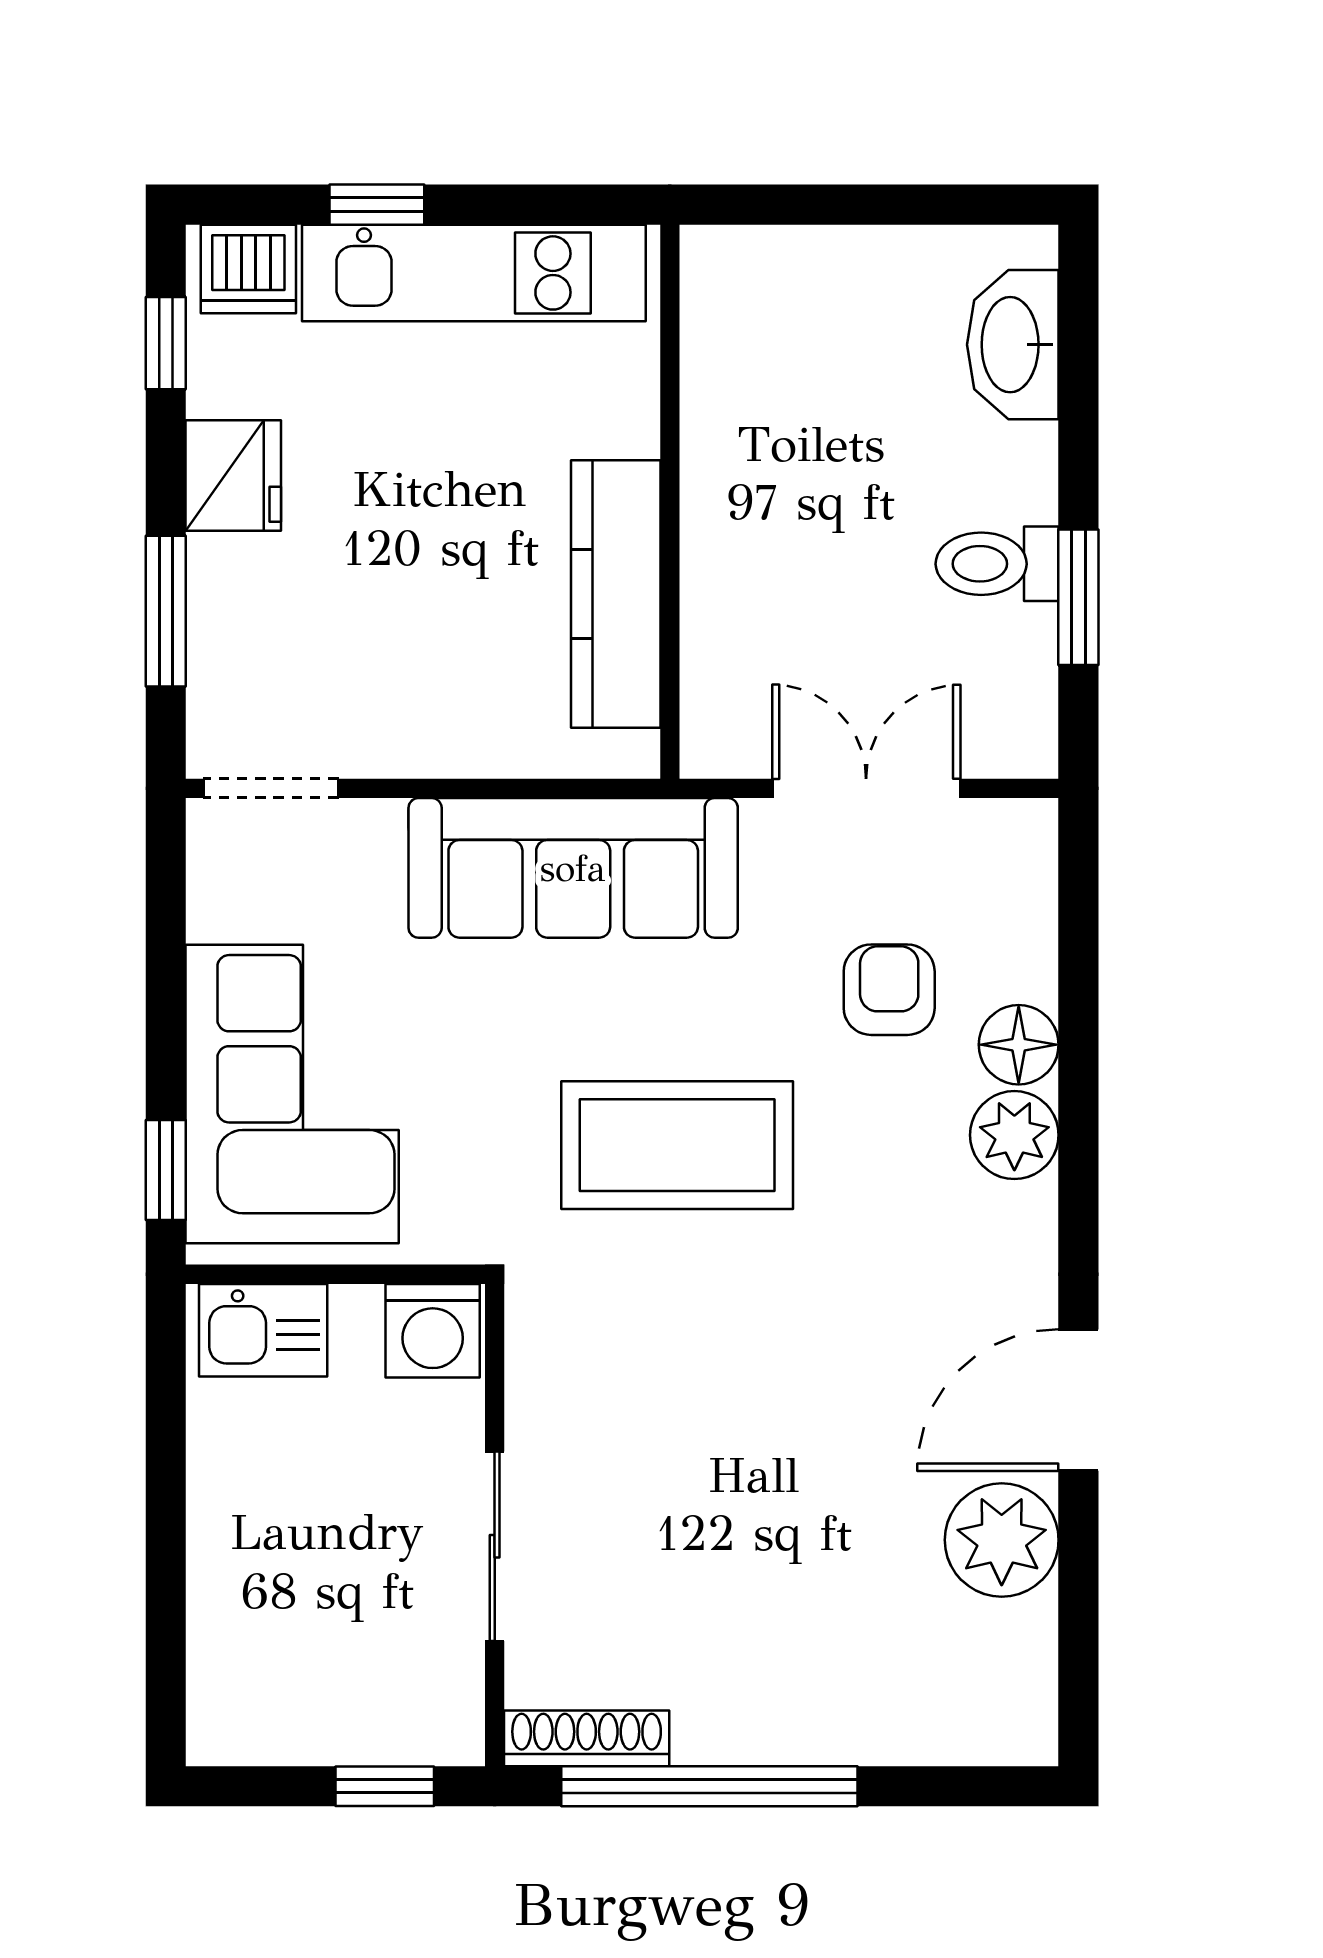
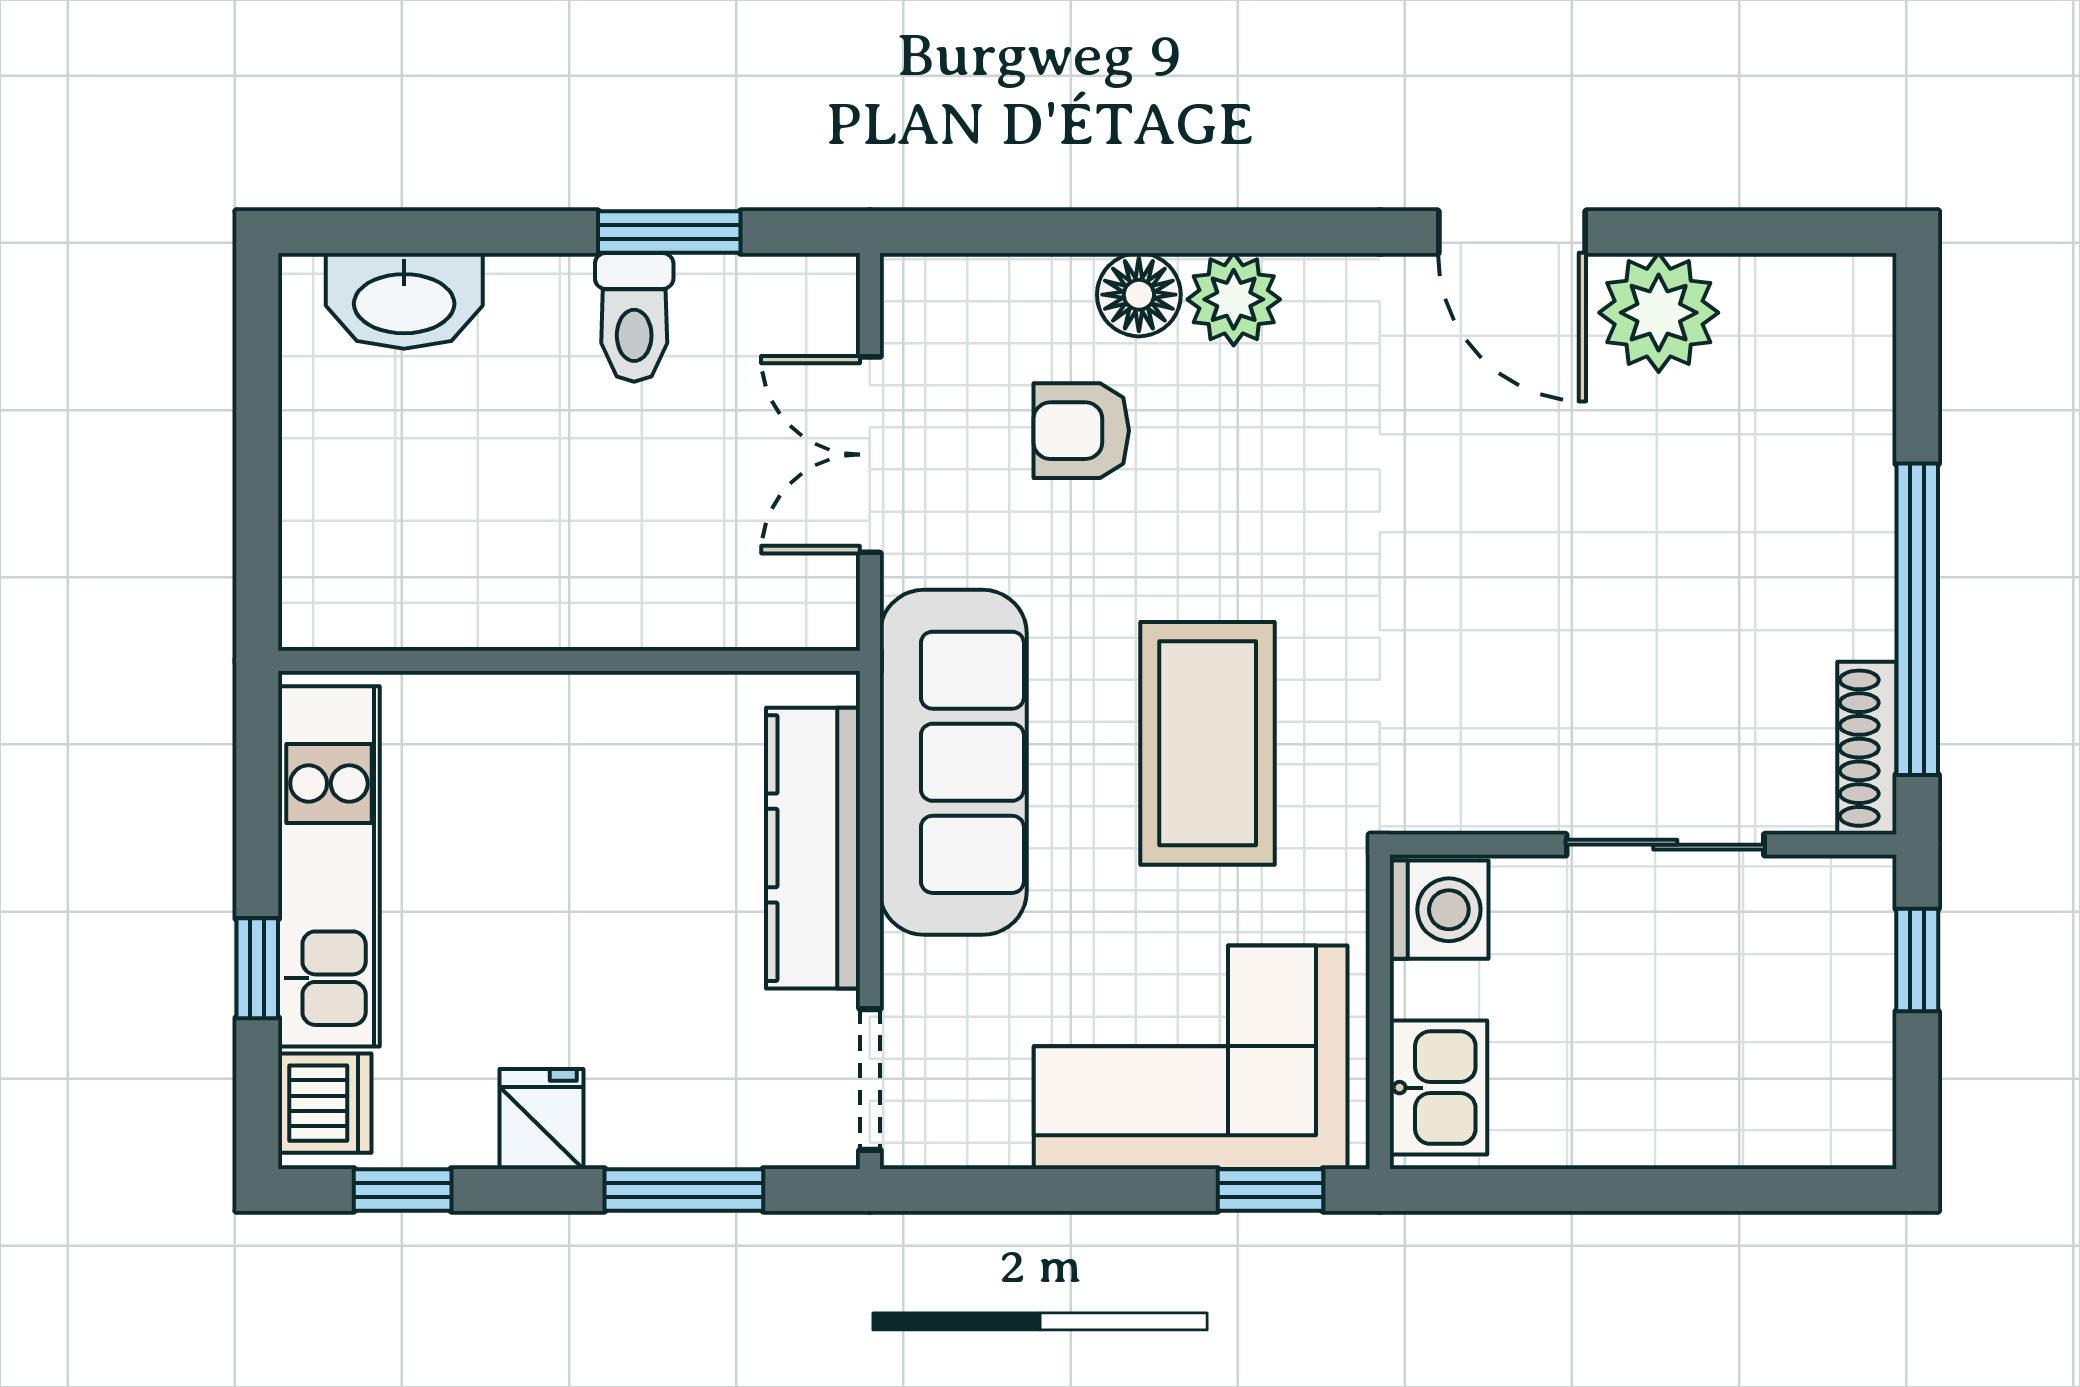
fridge: (233, 475) -> (541, 1119), width x0.72
kitchen counter: (616, 594) -> (813, 848), moved, turned 90
coffee table: (677, 1145) -> (1208, 743), moved

